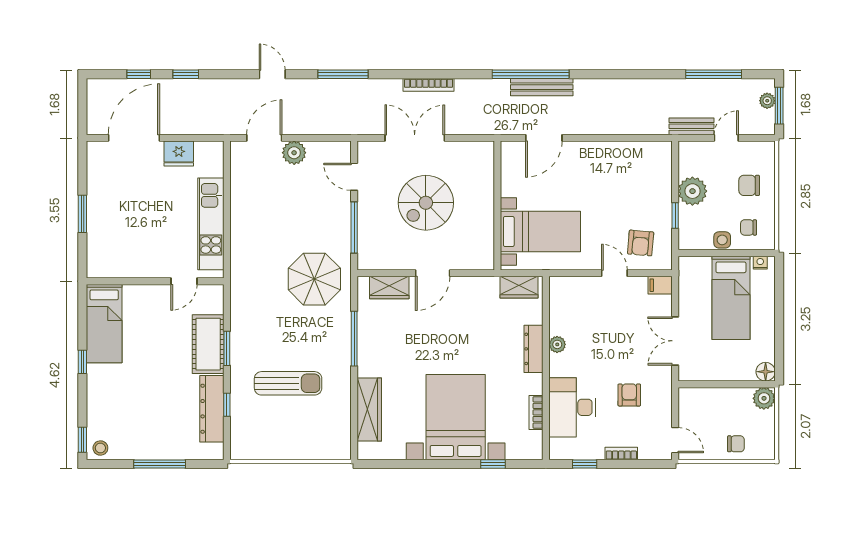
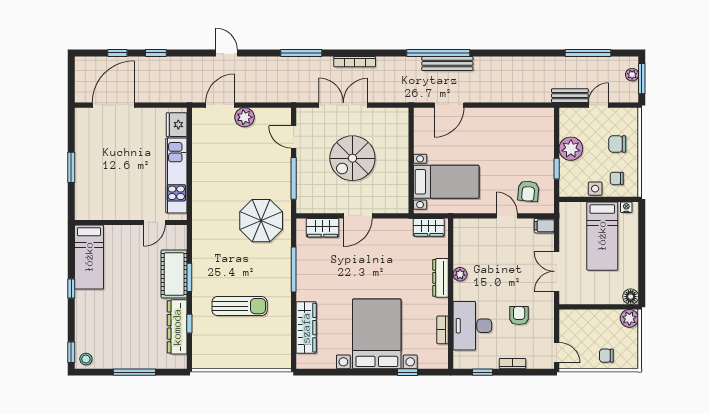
window: (343, 74) -> (301, 53), moved
fridge: (179, 154) -> (177, 125), moved, turned 90
chair: (736, 444) -> (606, 356), turned 180

